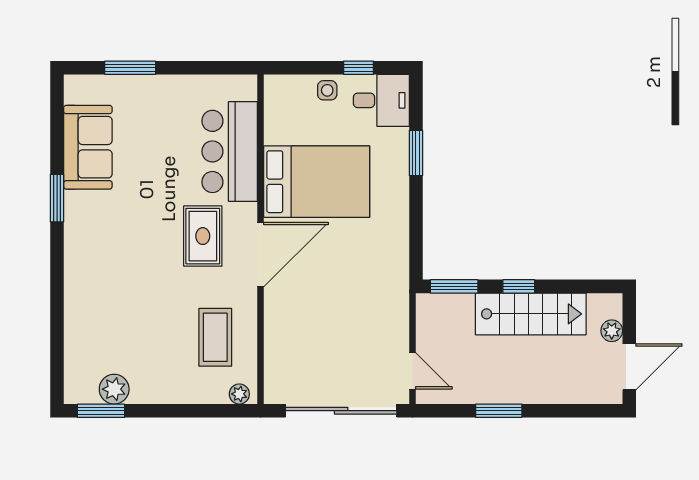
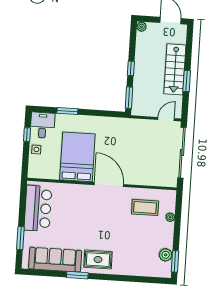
sofa: (88, 147) -> (55, 260), width x1.36
bar counter: (230, 151) -> (38, 208), moved, turned -90
rug: (203, 236) -> (98, 260), moved
stairs: (531, 314) -> (175, 69), moved, turned 180
plant: (612, 331) -> (142, 27), moved
plant: (239, 394) -> (170, 217), moved

